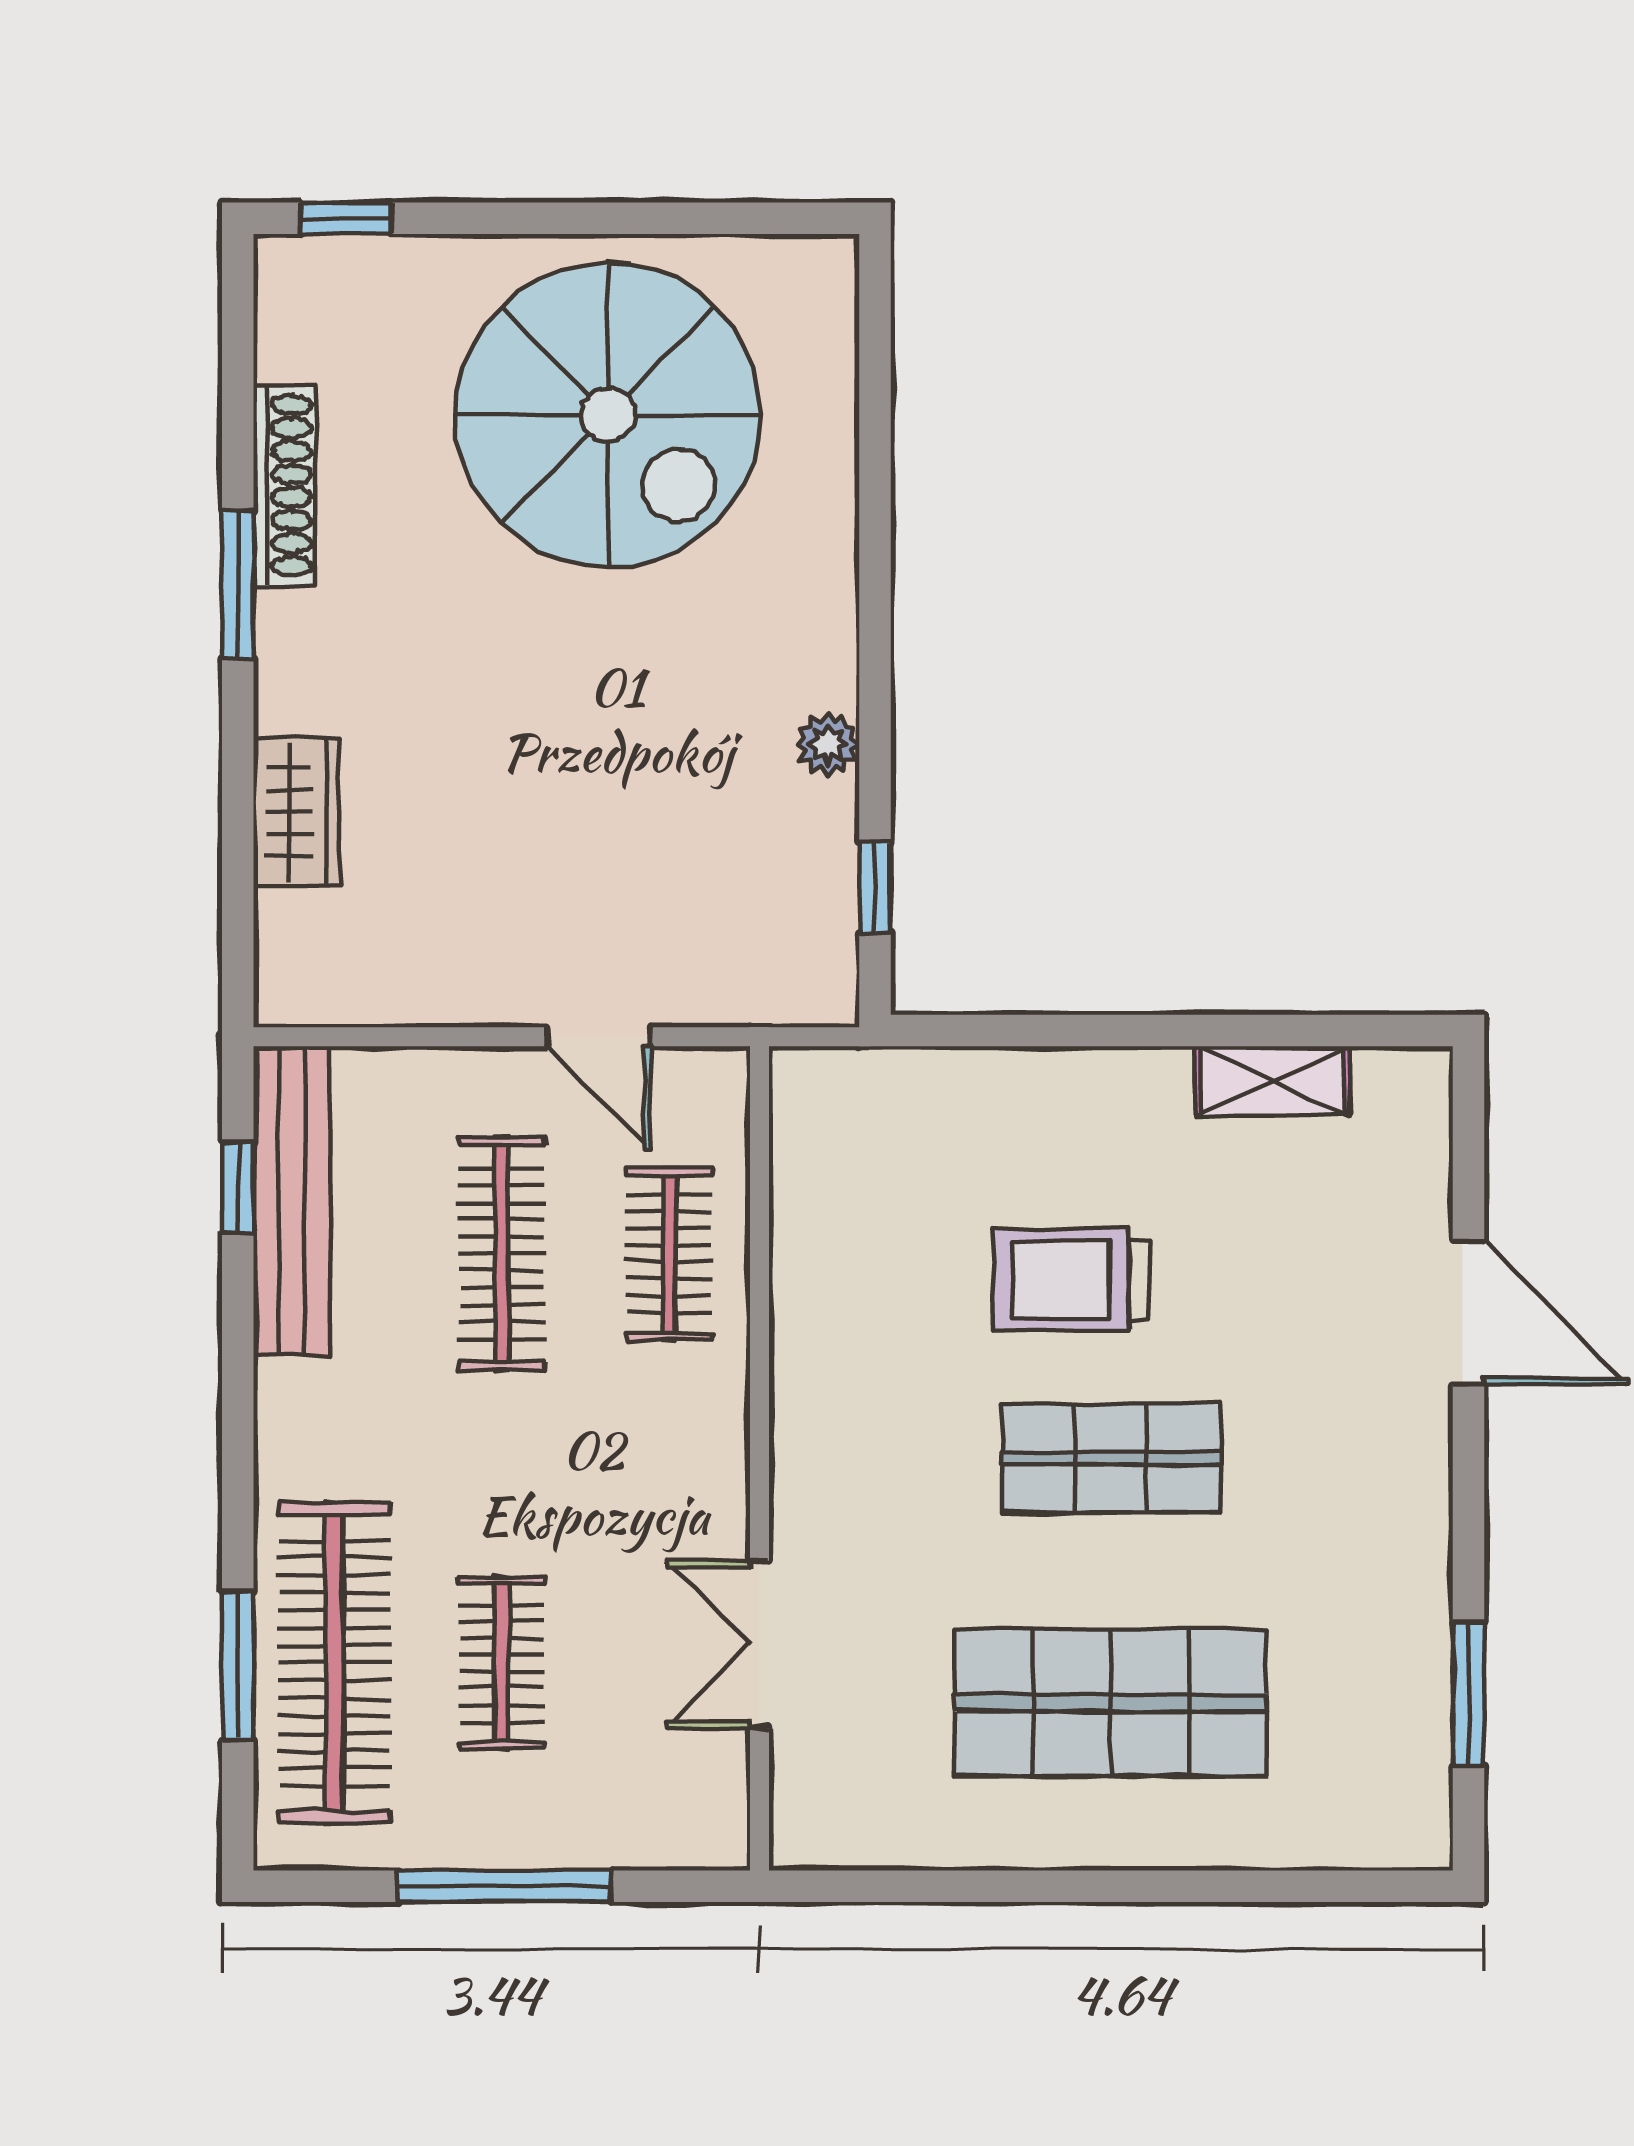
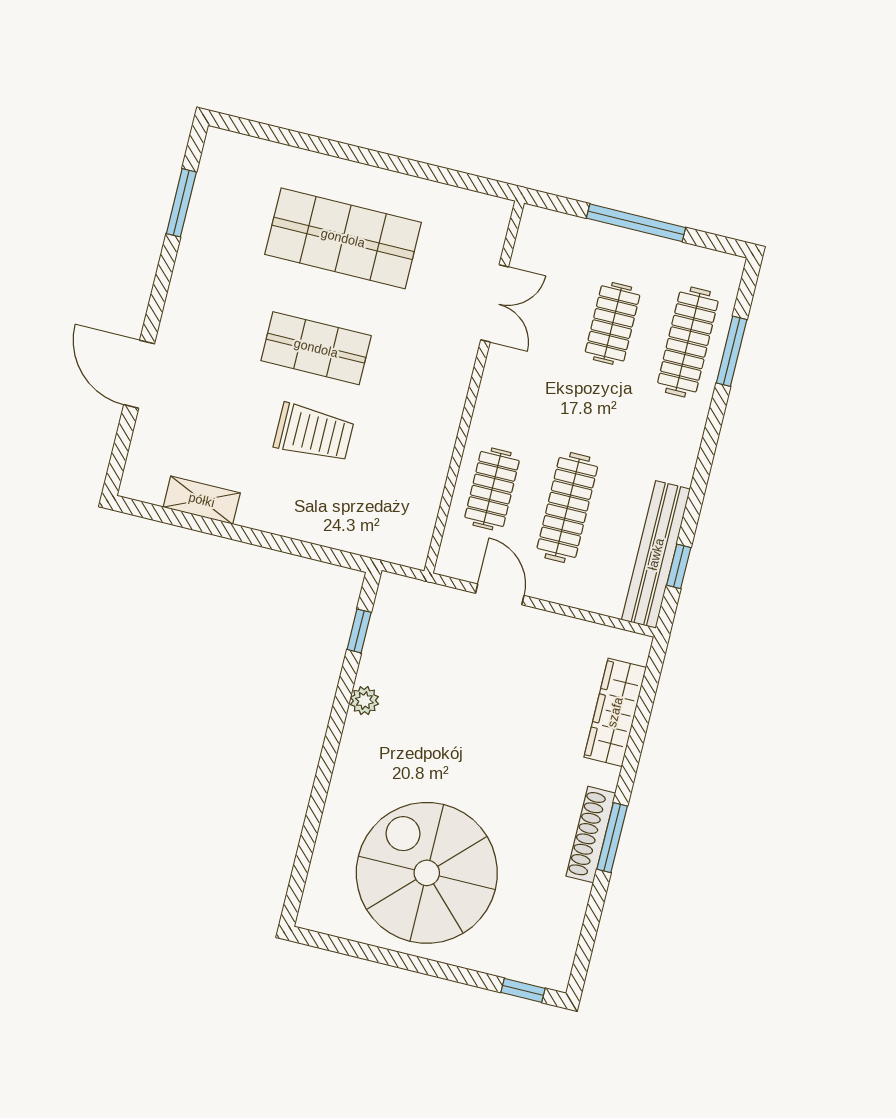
shoe rack: (284, 486) -> (591, 835), moved
wardrobe: (296, 812) -> (615, 712), width x1.50
clothes rail: (334, 1663) -> (688, 342), width x0.73, depth x0.76

